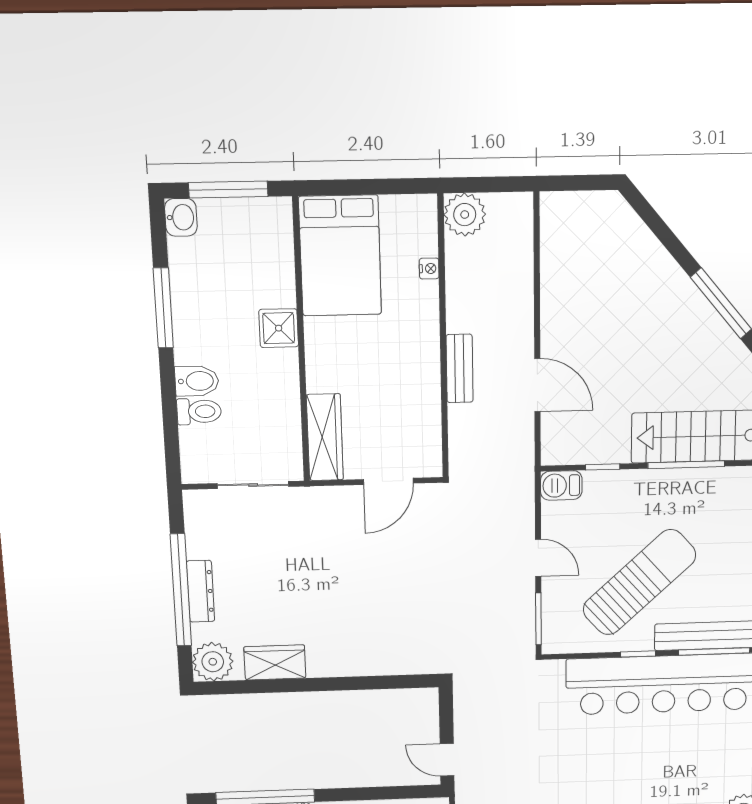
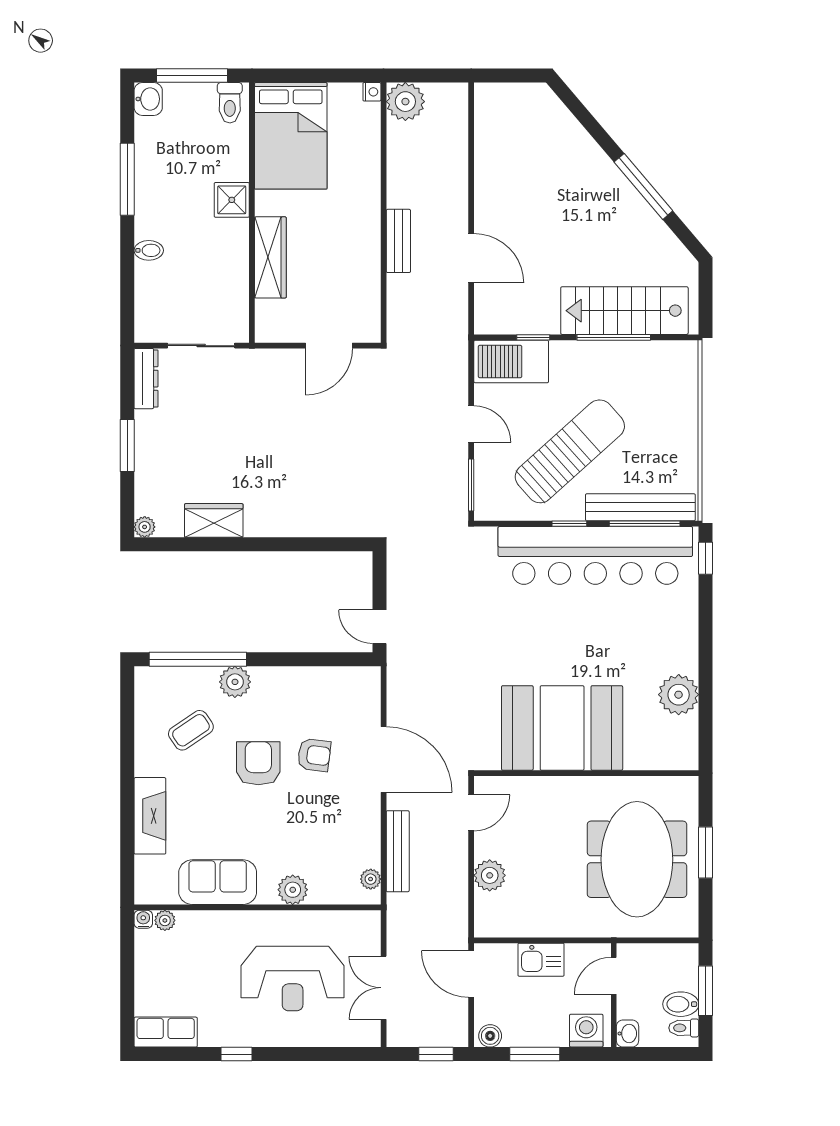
nightstand: (429, 269) -> (372, 92), moved
bidet: (197, 381) -> (149, 250), width x0.72, depth x0.74
toilet: (199, 411) -> (230, 103), moved, turned 90
wardrobe: (325, 437) -> (270, 257), moved
barbecue: (561, 485) -> (511, 362), width x1.88, depth x1.53
window: (181, 590) -> (127, 445), width x0.47
dresser: (200, 591) -> (146, 379), moved
plant: (213, 662) -> (145, 527), width x0.53, depth x0.53

